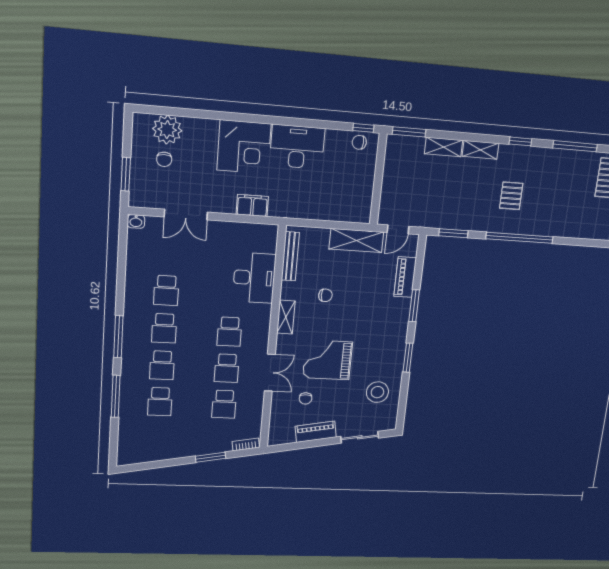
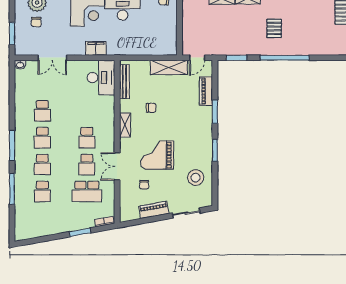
desk: (254, 278) -> (101, 78), moved
double door: (270, 373) -> (117, 166), swing flipped
school desk: (224, 404) -> (87, 191), width x1.85

